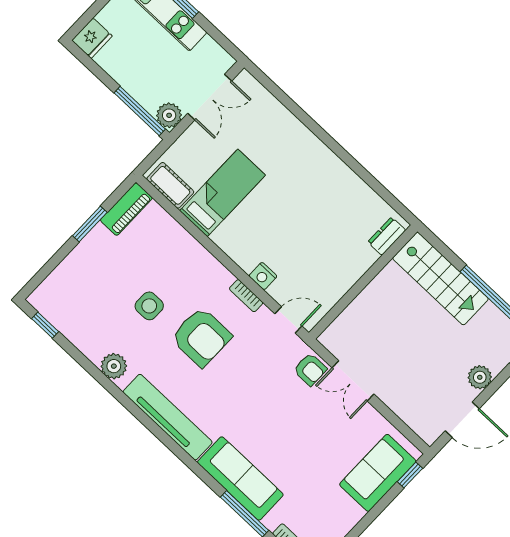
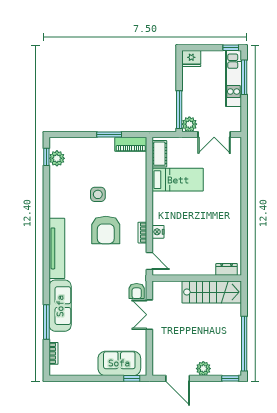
stairs: (440, 279) -> (212, 292), moved, turned -90
plant: (114, 366) -> (57, 158), moved

